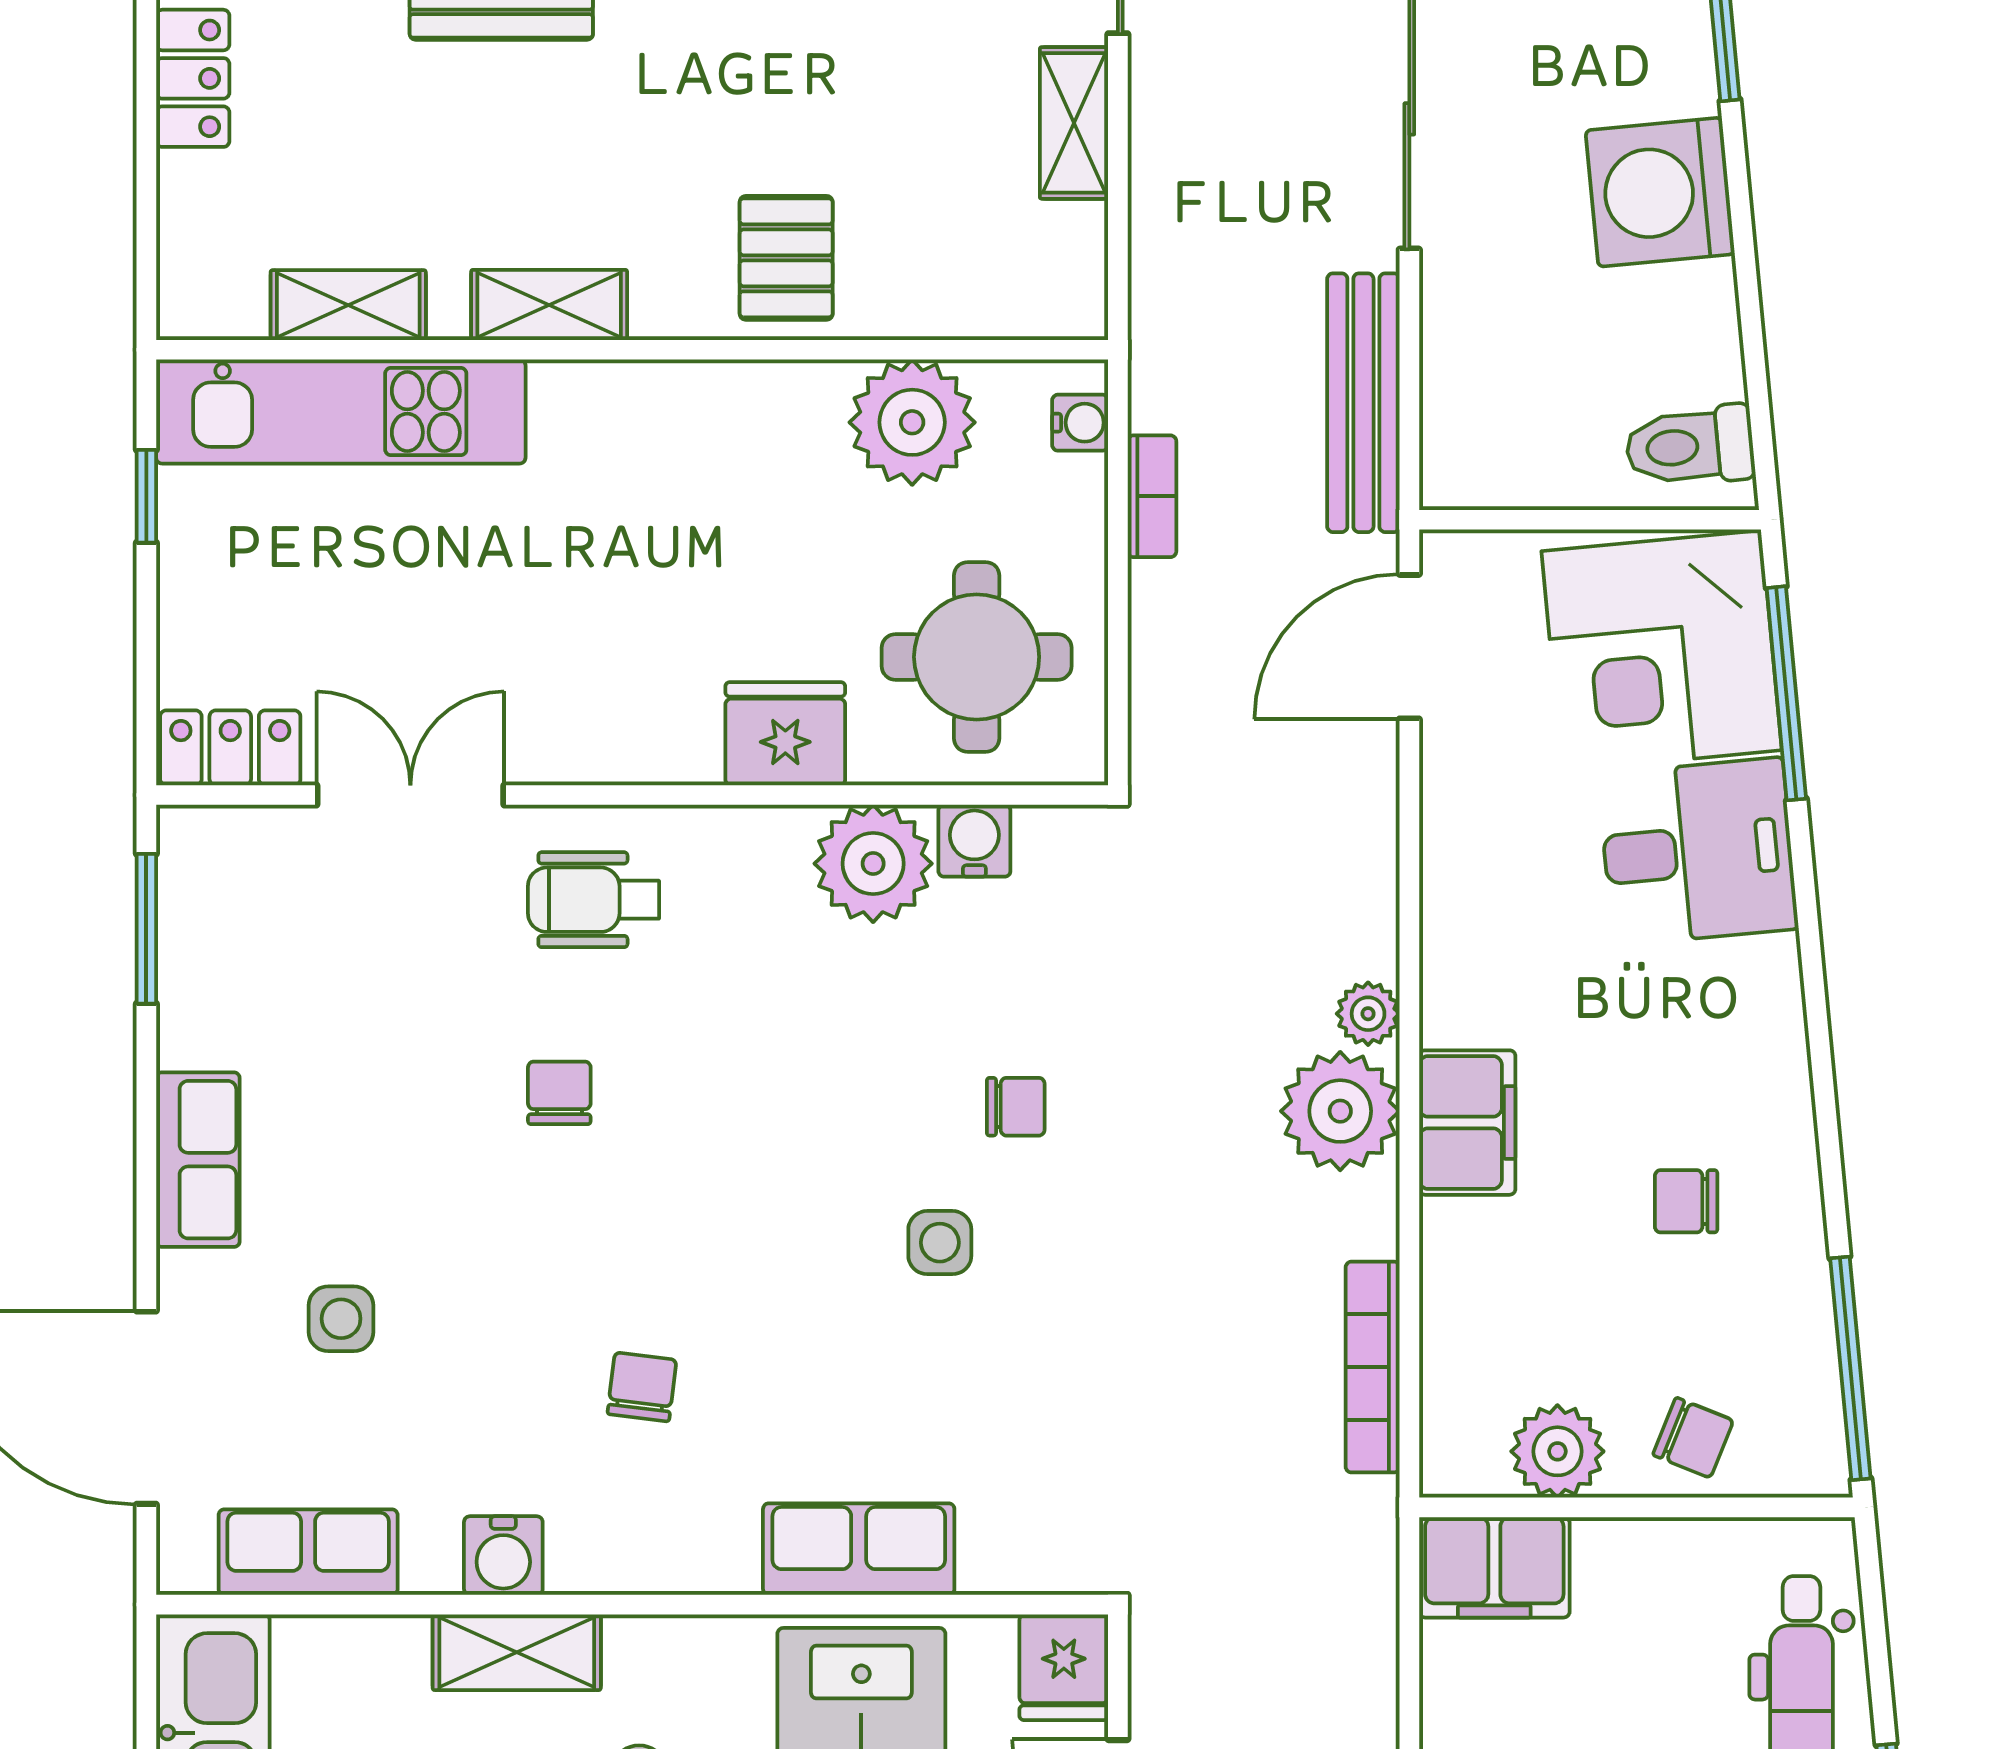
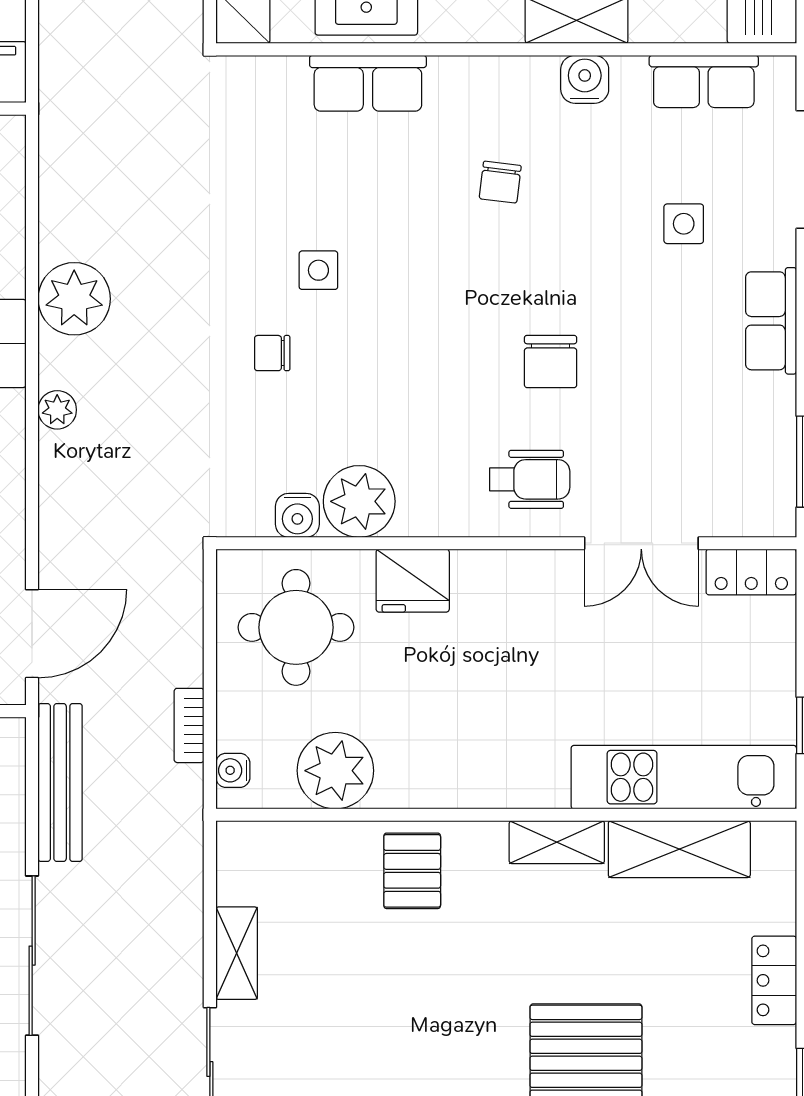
shelving: (348, 305) -> (679, 849), width x1.50, depth x1.33
chair: (559, 1093) -> (551, 362), width x1.37, depth x1.37
plant: (1340, 1111) -> (74, 299), moved
bookcase: (1373, 1367) -> (54, 194), removed

